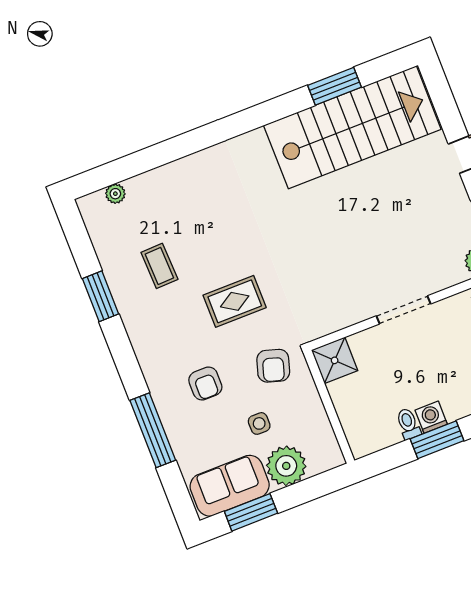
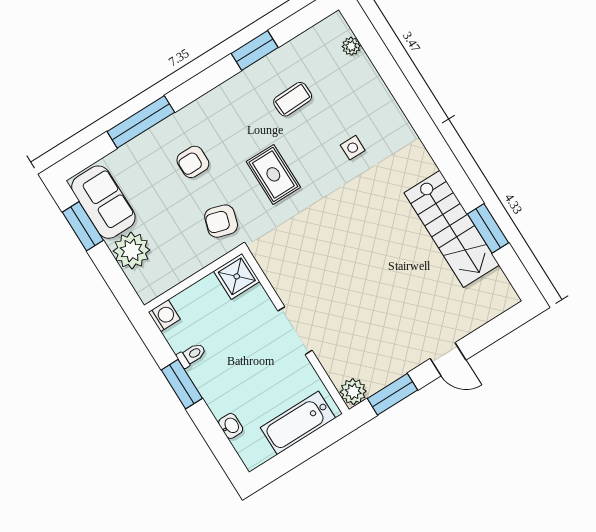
stairs: (352, 127) -> (452, 229), width x0.73, depth x0.66
washing machine: (431, 417) -> (164, 316), moved
side table: (259, 423) -> (353, 148), moved

